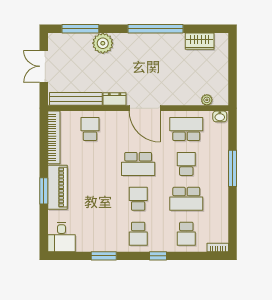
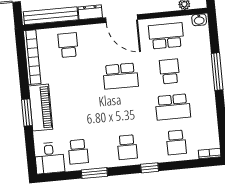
school desk: (138, 199) -> (78, 152), moved, turned 180

